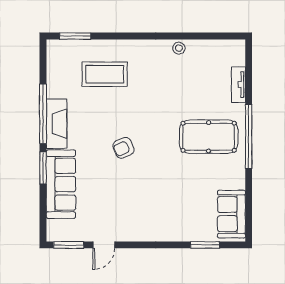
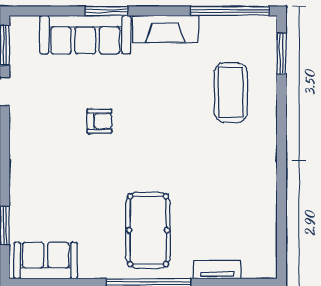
stool: (179, 48) -> (265, 191), removed
window: (43, 114) -> (230, 11), moved
armchair: (123, 148) -> (99, 121), moved, turned 114

